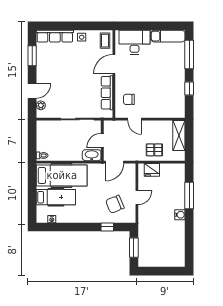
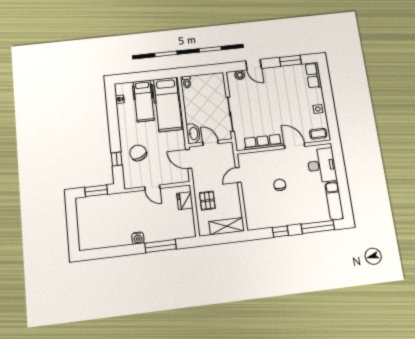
row of seats: (55, 36) -> (314, 75), width x0.68
chair: (129, 99) -> (280, 185), moved
chair: (115, 204) -> (138, 153), moved

